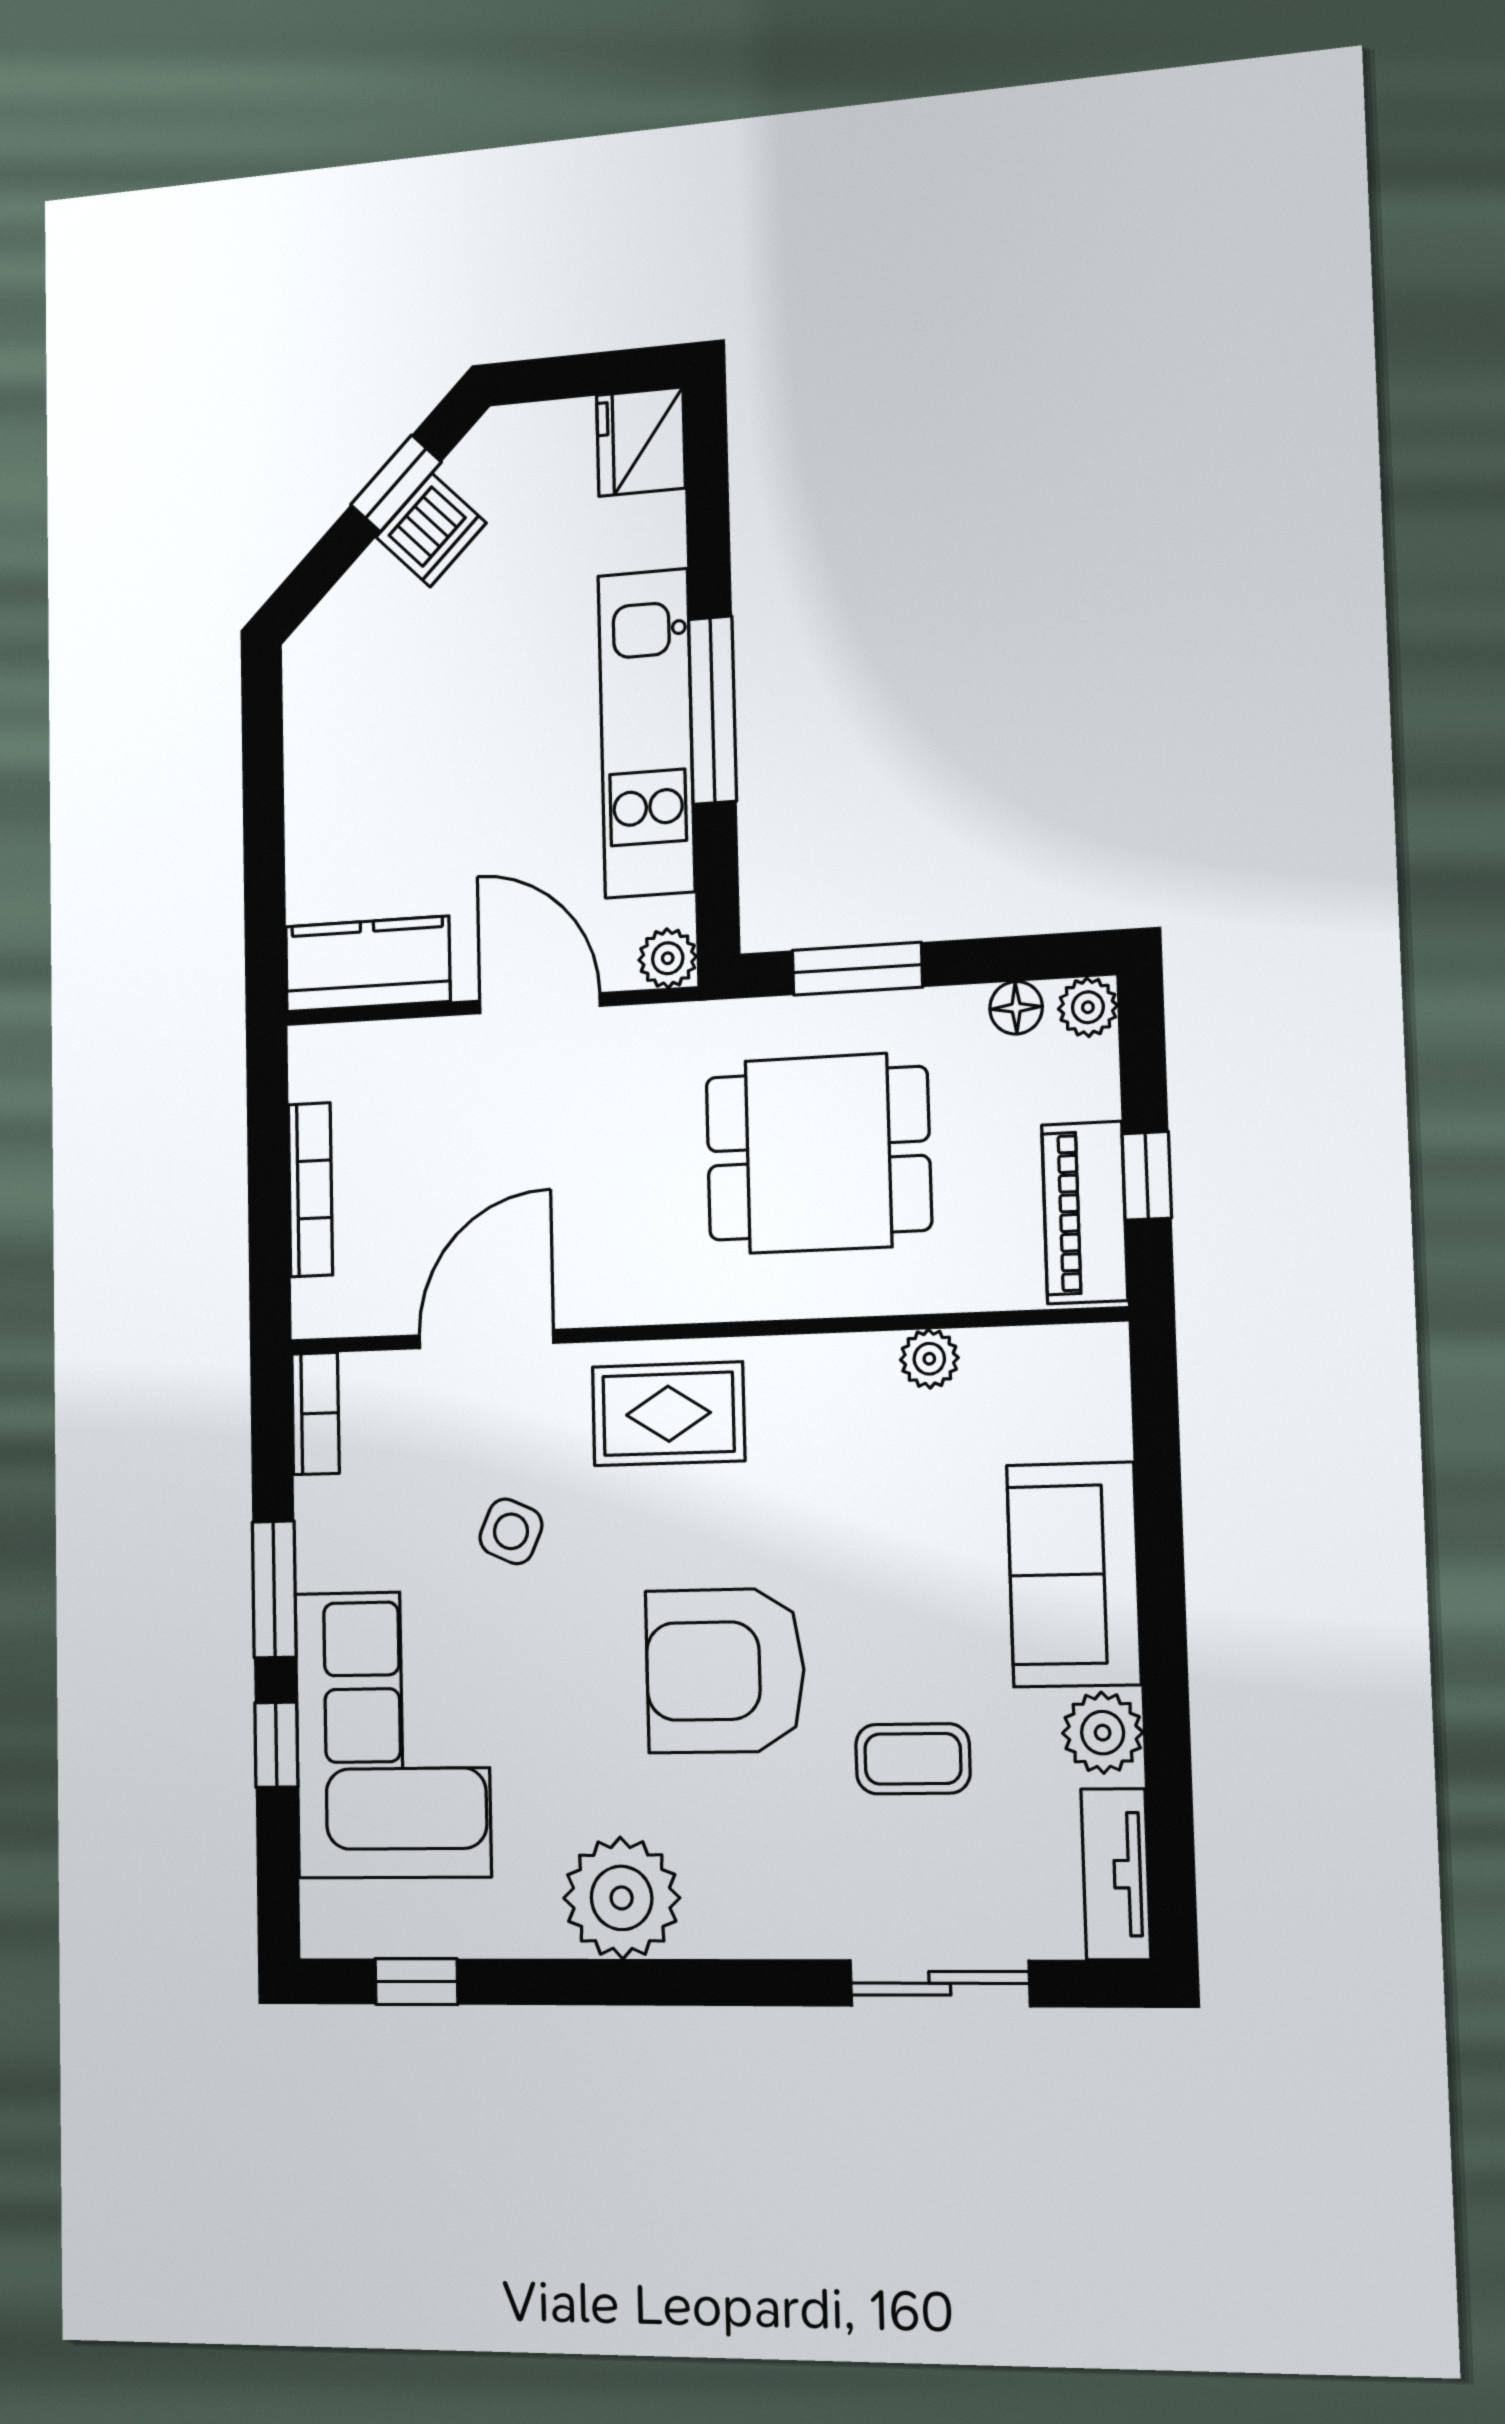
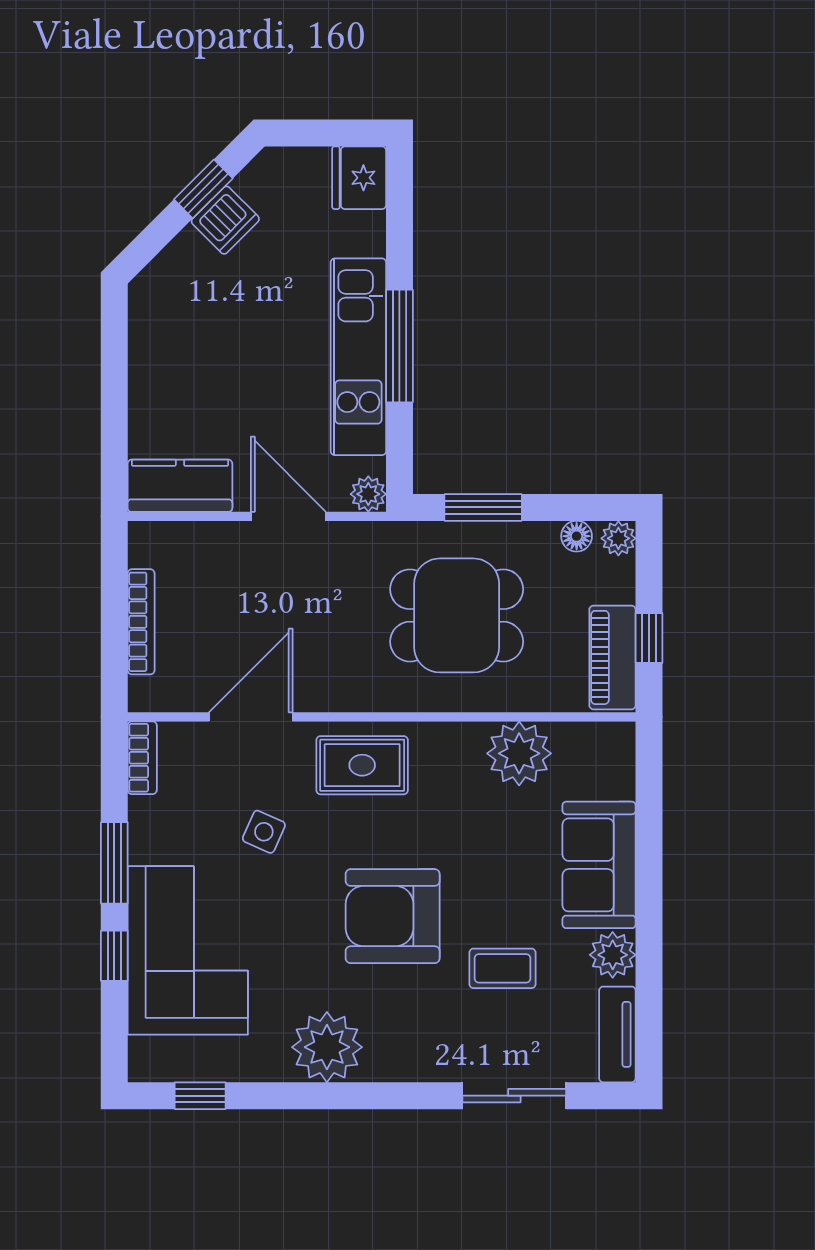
plant: (929, 1359) -> (519, 753), width x1.88, depth x1.88

